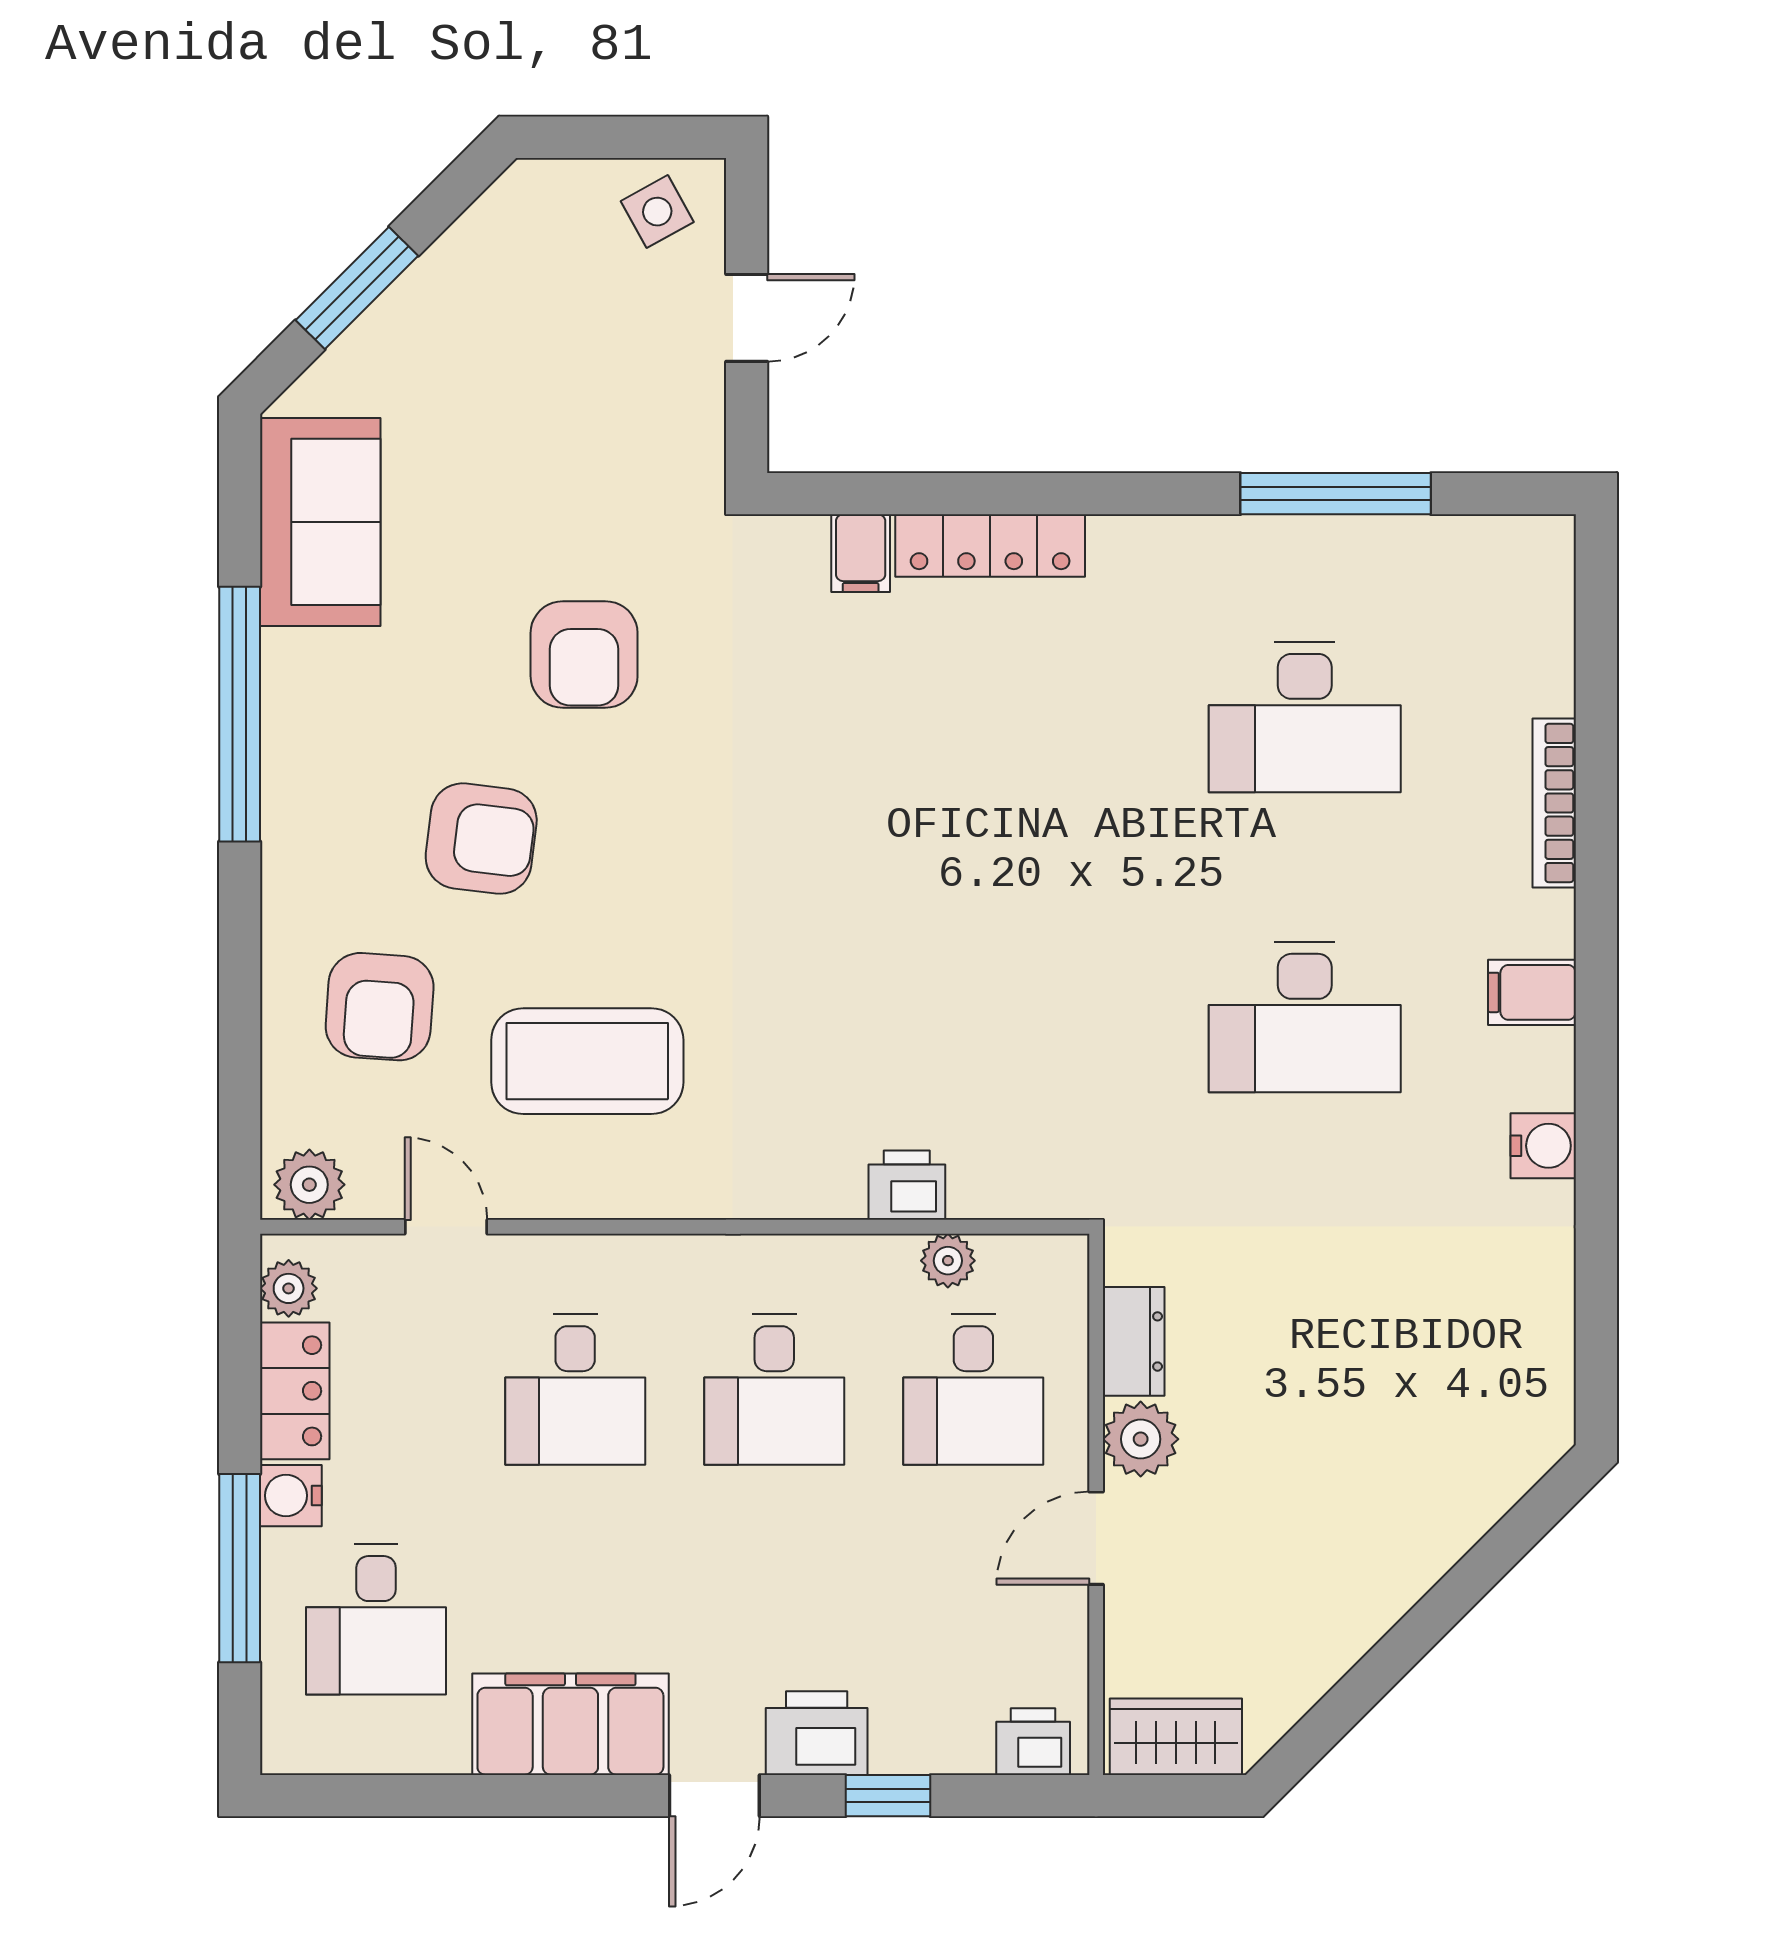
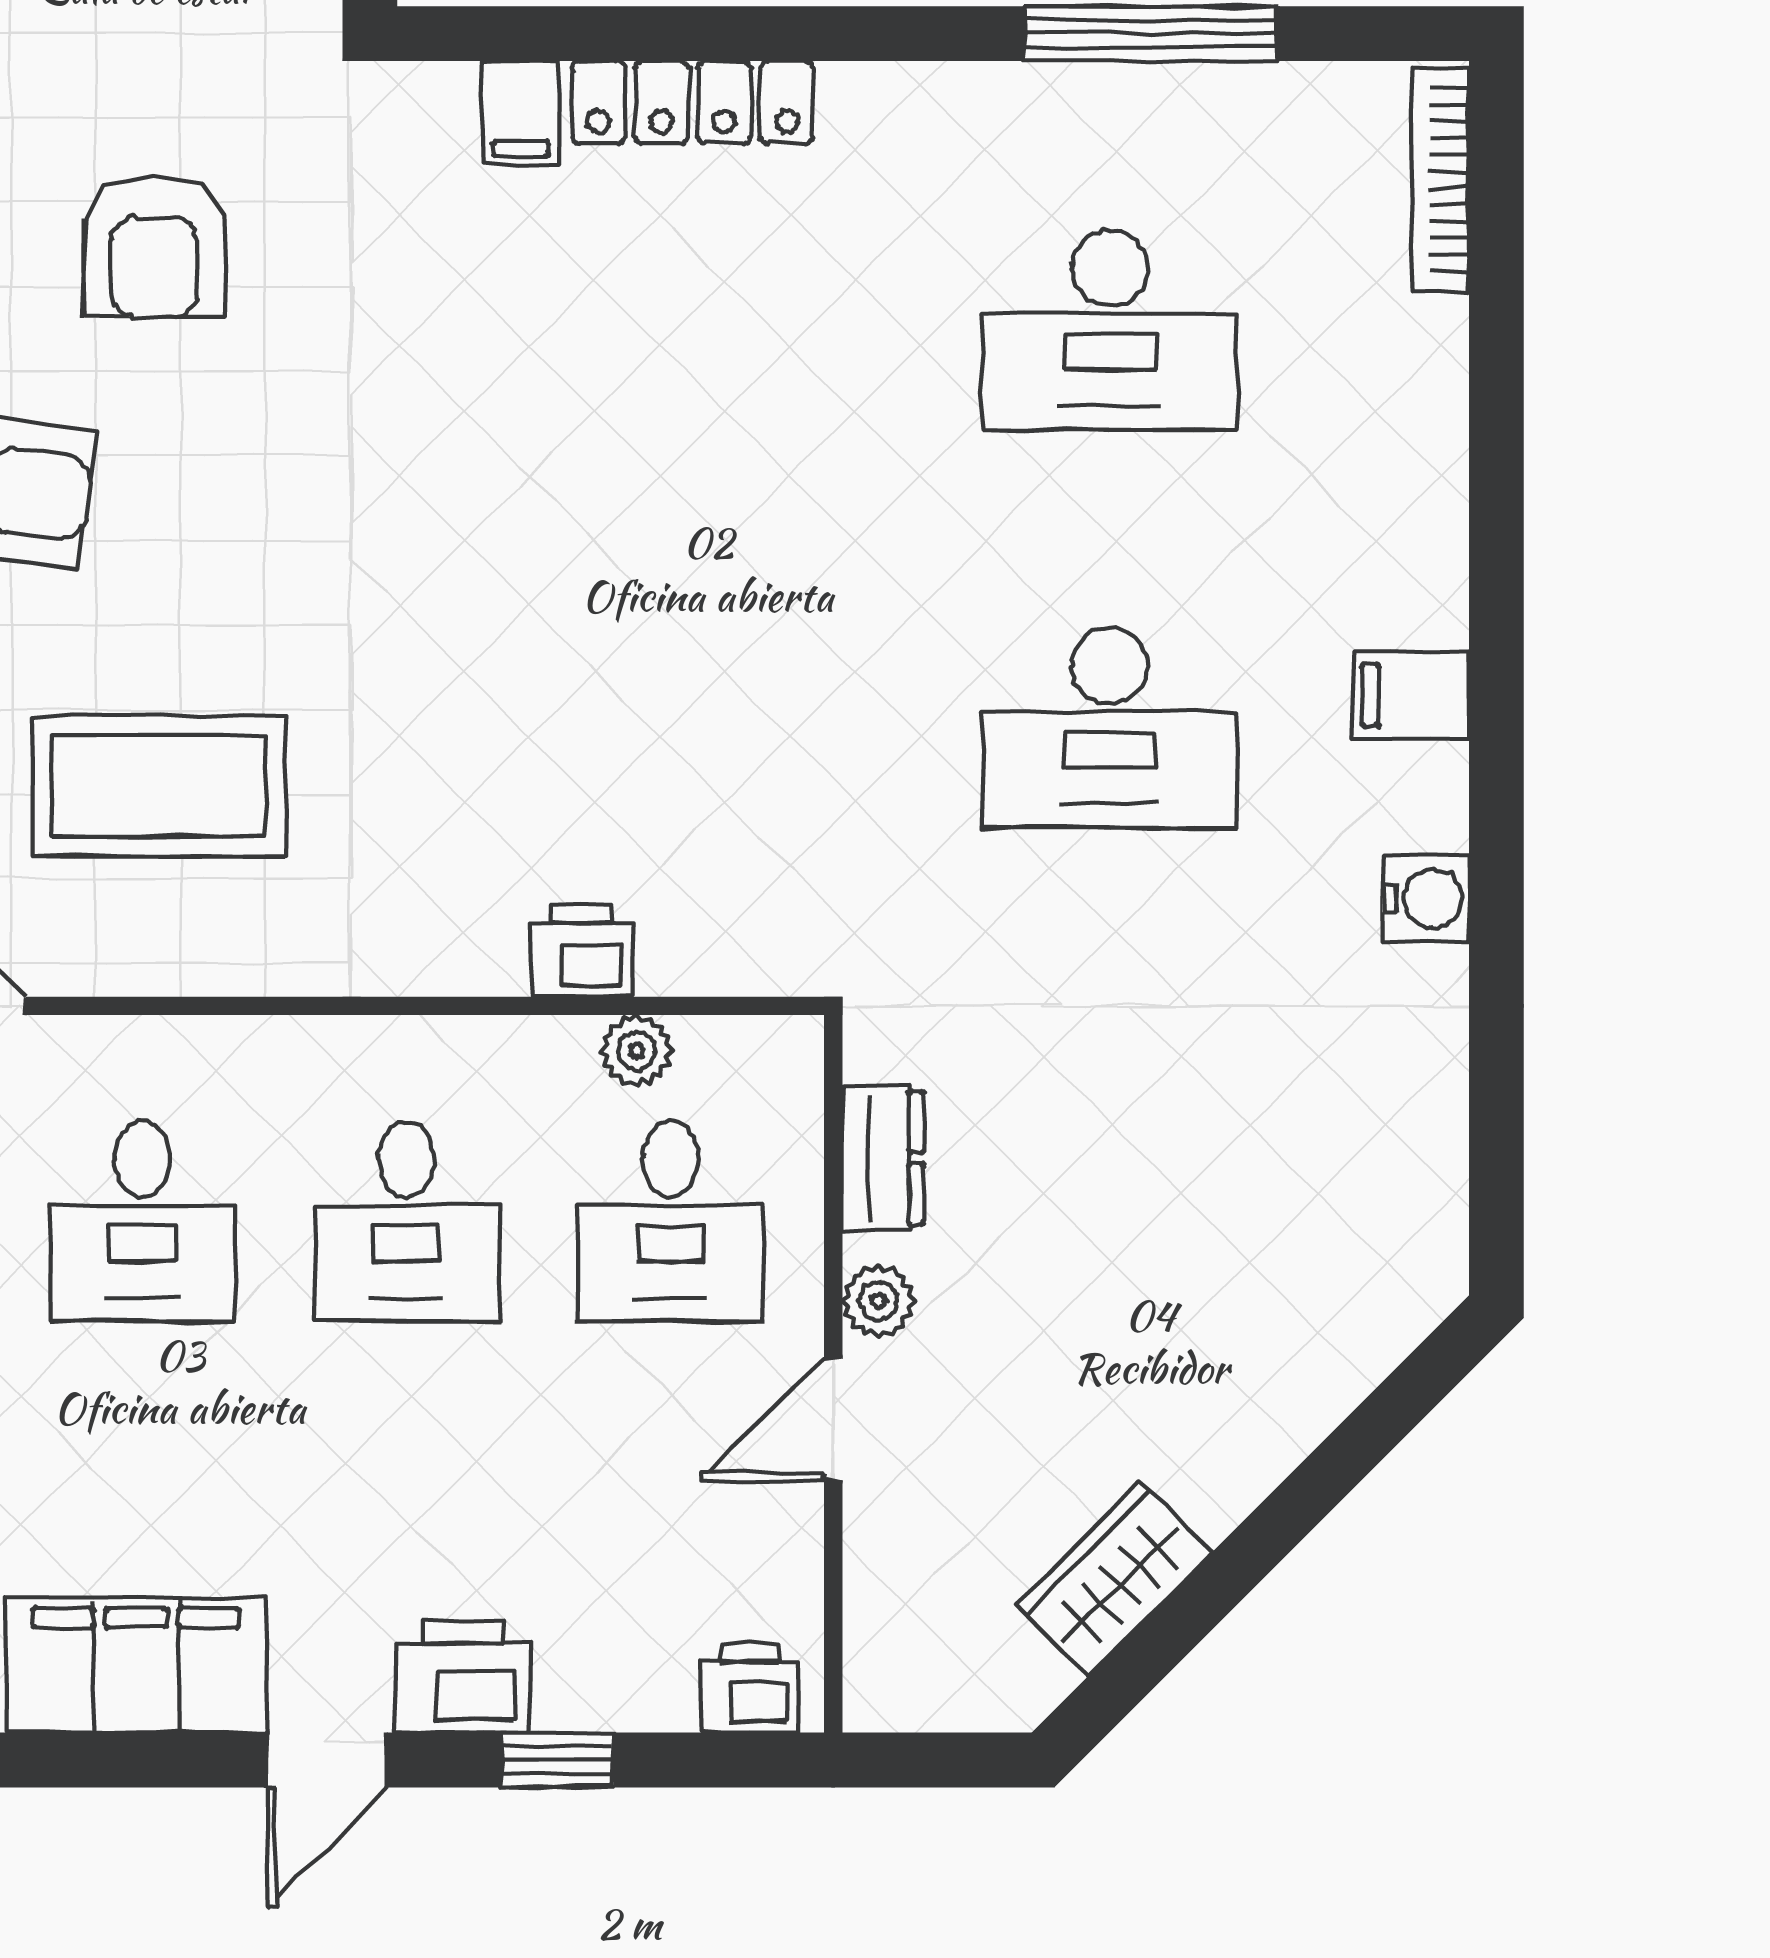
bookcase: (1554, 803) -> (1441, 180), moved
plant: (1141, 1439) -> (879, 1301), width x0.73, depth x0.73
wardrobe: (1176, 1737) -> (1114, 1579), moved, turned -45

